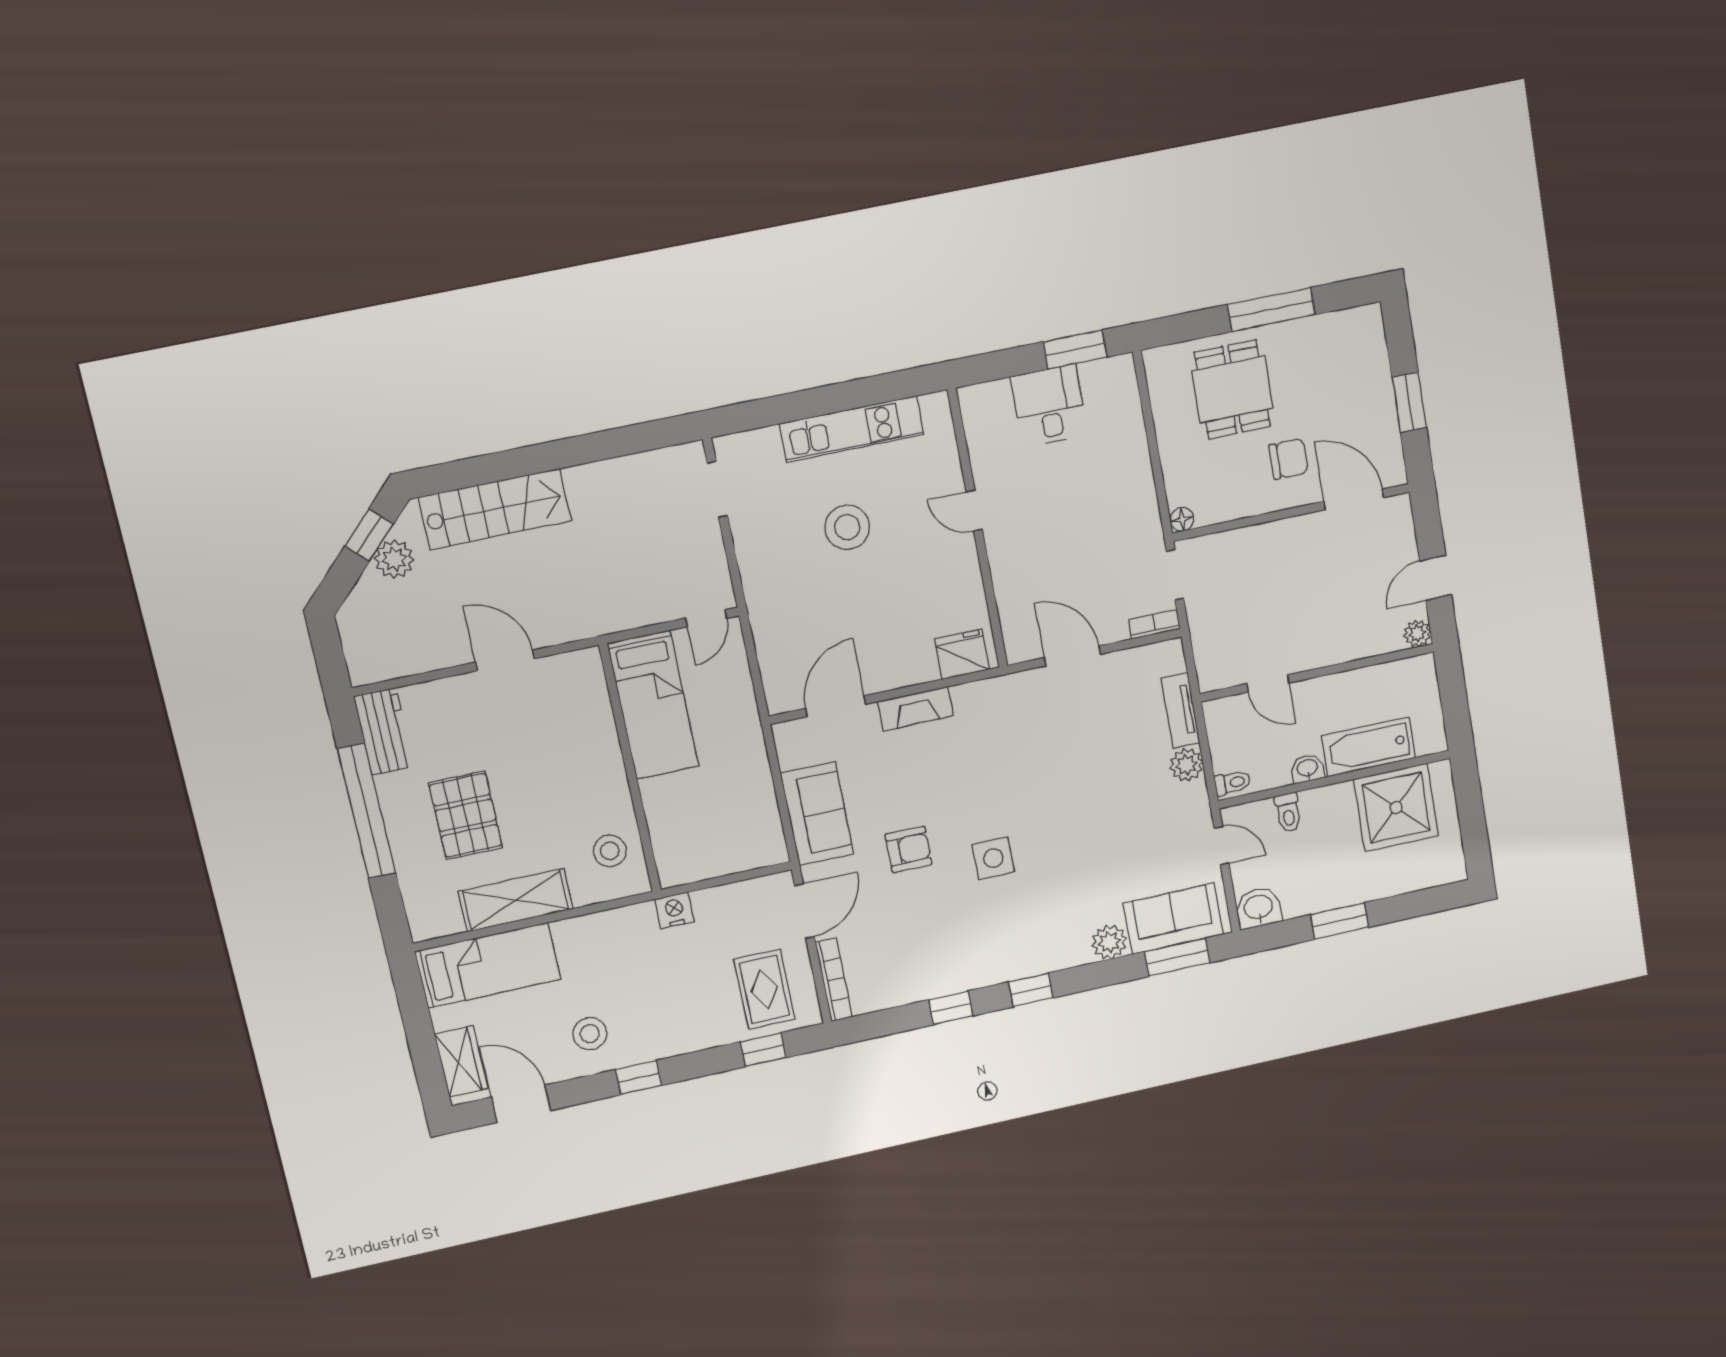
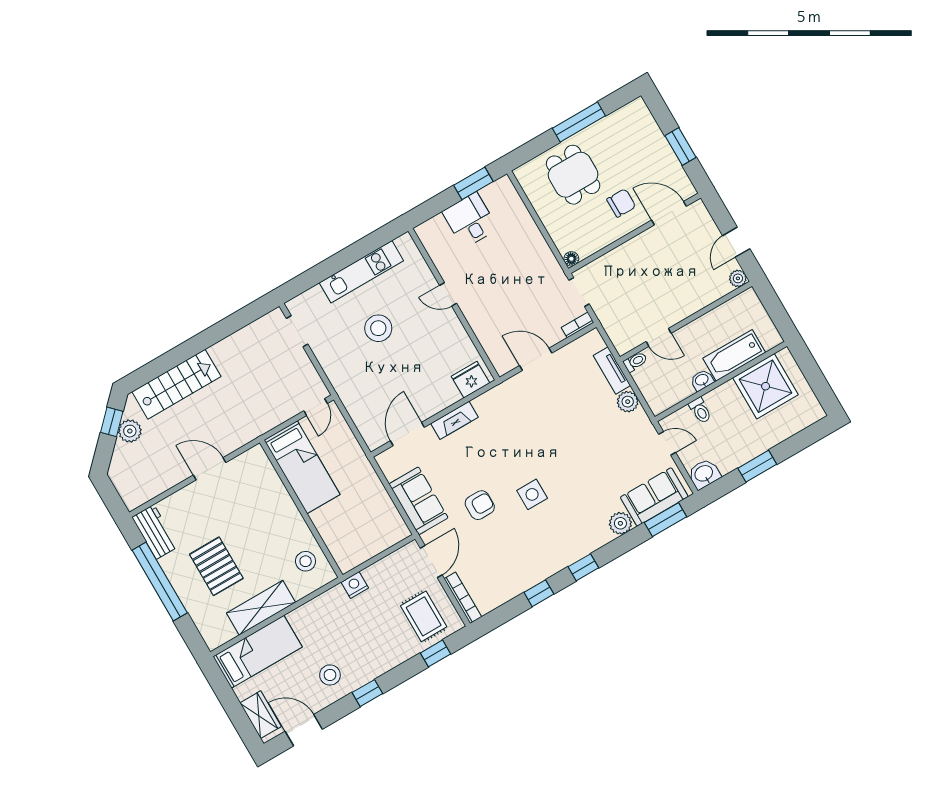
toilet: (1233, 783) -> (635, 362), moved

